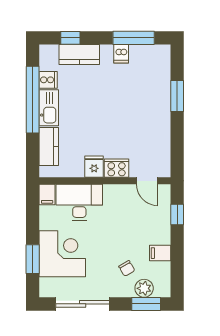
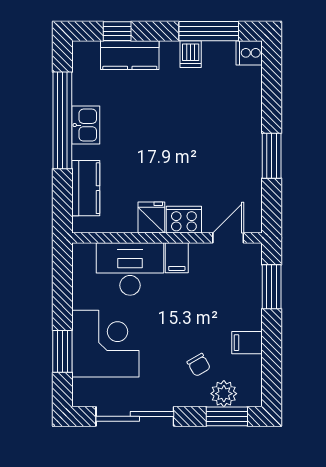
cooker: (48, 80) -> (249, 53), moved, turned 180
window: (177, 96) -> (272, 156), moved
kitchen sink: (49, 108) -> (86, 125), width x0.73
door: (147, 181) -> (228, 238), swing flipped
filing cabinet: (47, 195) -> (177, 258), moved
window: (177, 214) -> (272, 287), width x1.50

